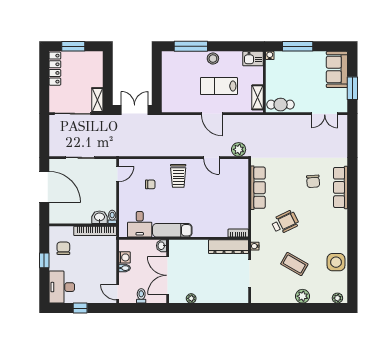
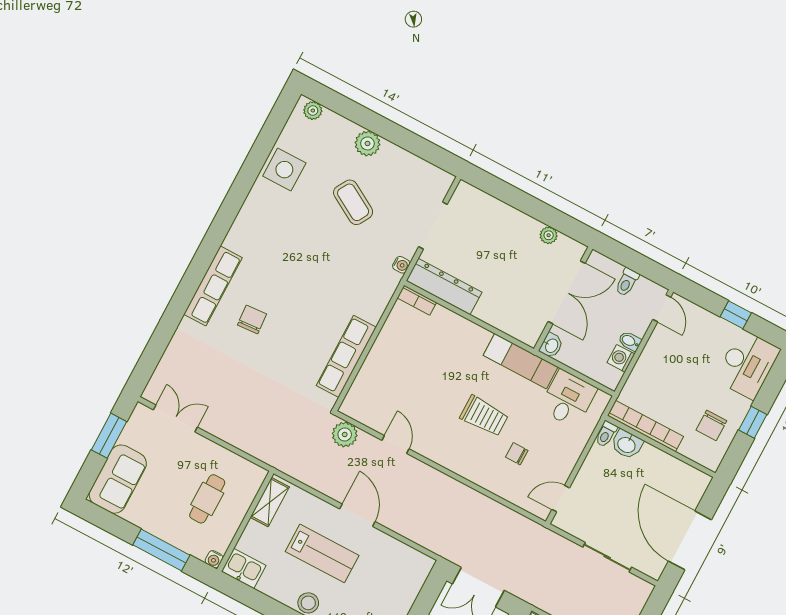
cafe table: (281, 105) -> (207, 499), moved, turned 90
trolley: (178, 176) -> (484, 416), moved, turned 90
wheelchair: (285, 222) -> (332, 277), removed

